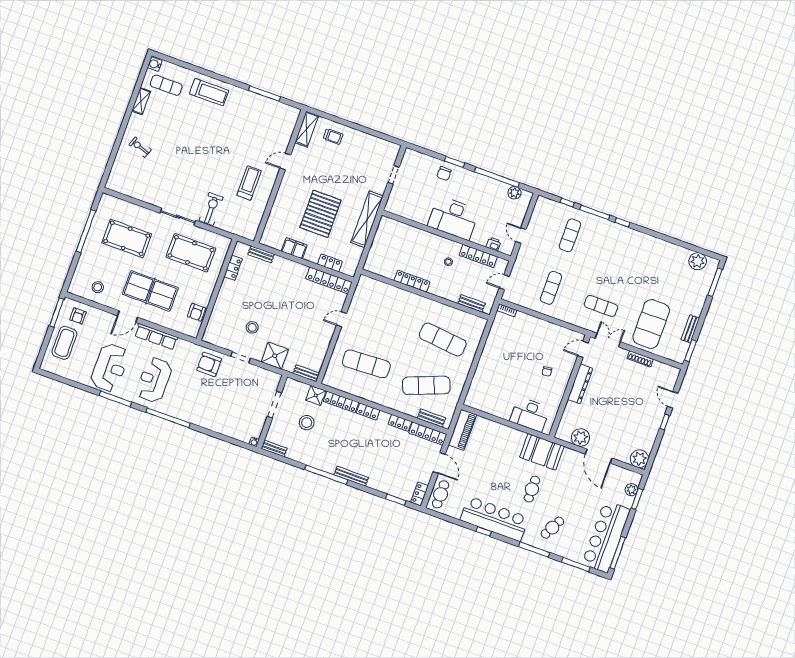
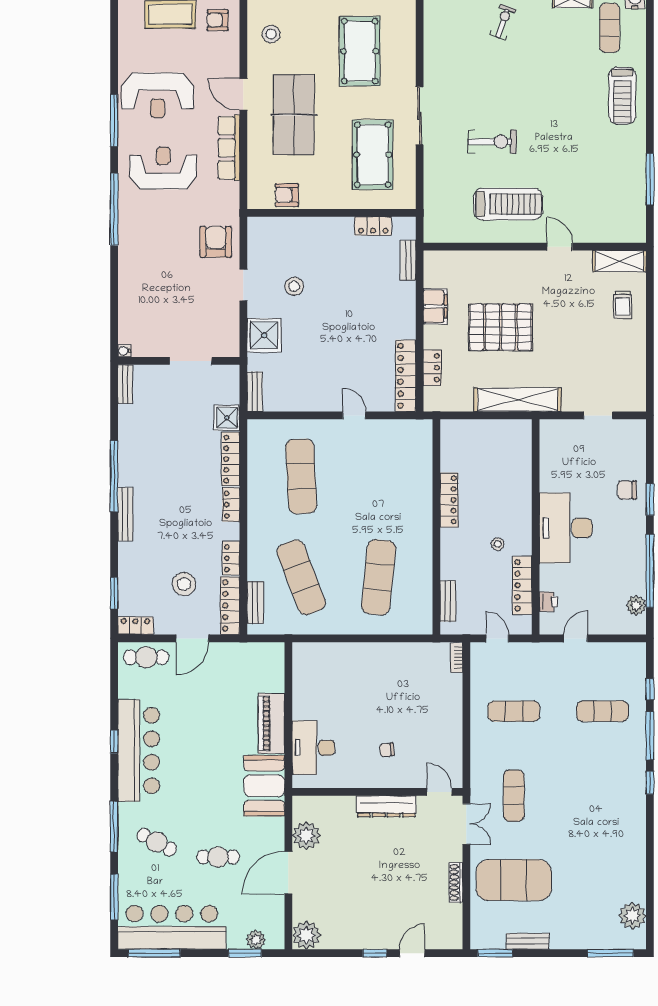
treadmill: (249, 183) -> (508, 204), width x1.37, depth x1.38
exercise bike: (211, 209) -> (492, 142), moved
stool: (307, 423) -> (184, 584), moved
piano: (462, 430) -> (271, 723), moved, turned 90
cafe table: (532, 489) -> (218, 857), moved

